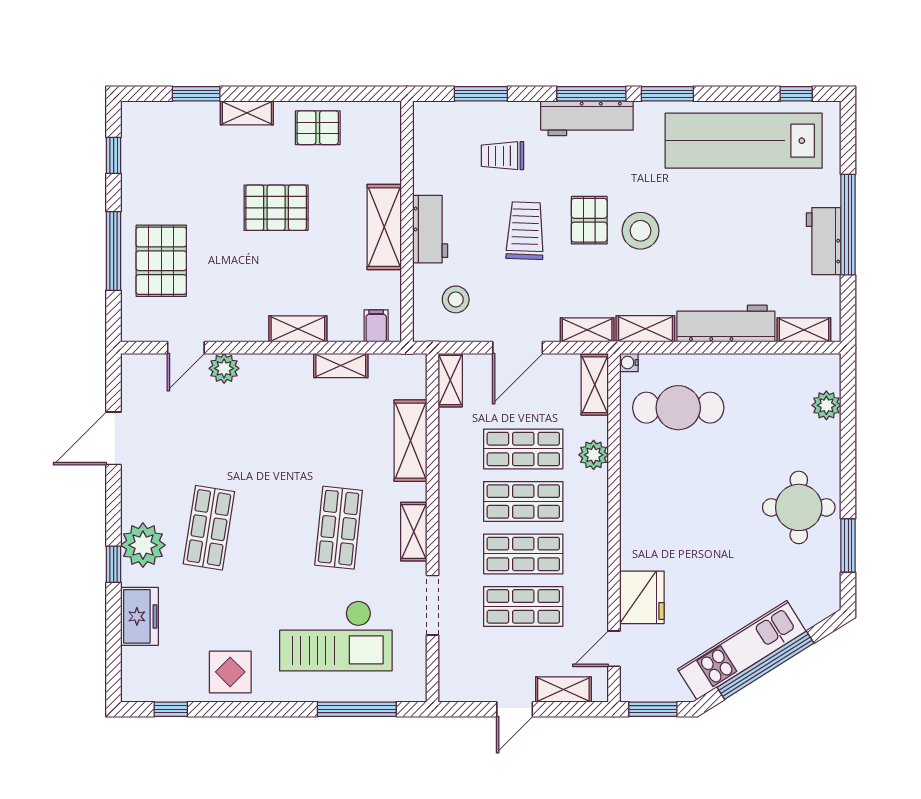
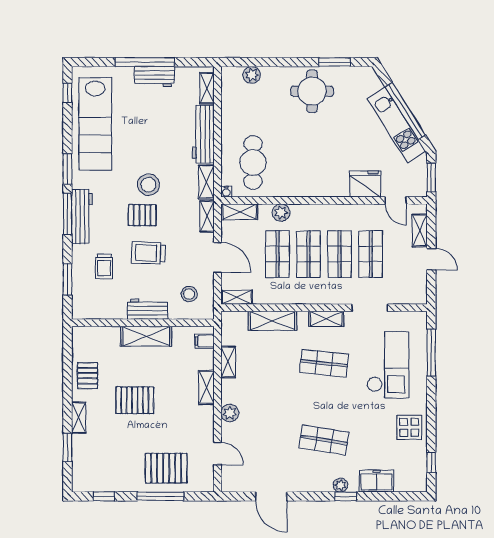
pallet: (276, 208) -> (135, 400), turned 90
plant: (224, 368) -> (230, 413), moved
plant: (143, 545) -> (340, 485), width x0.53, depth x0.53

